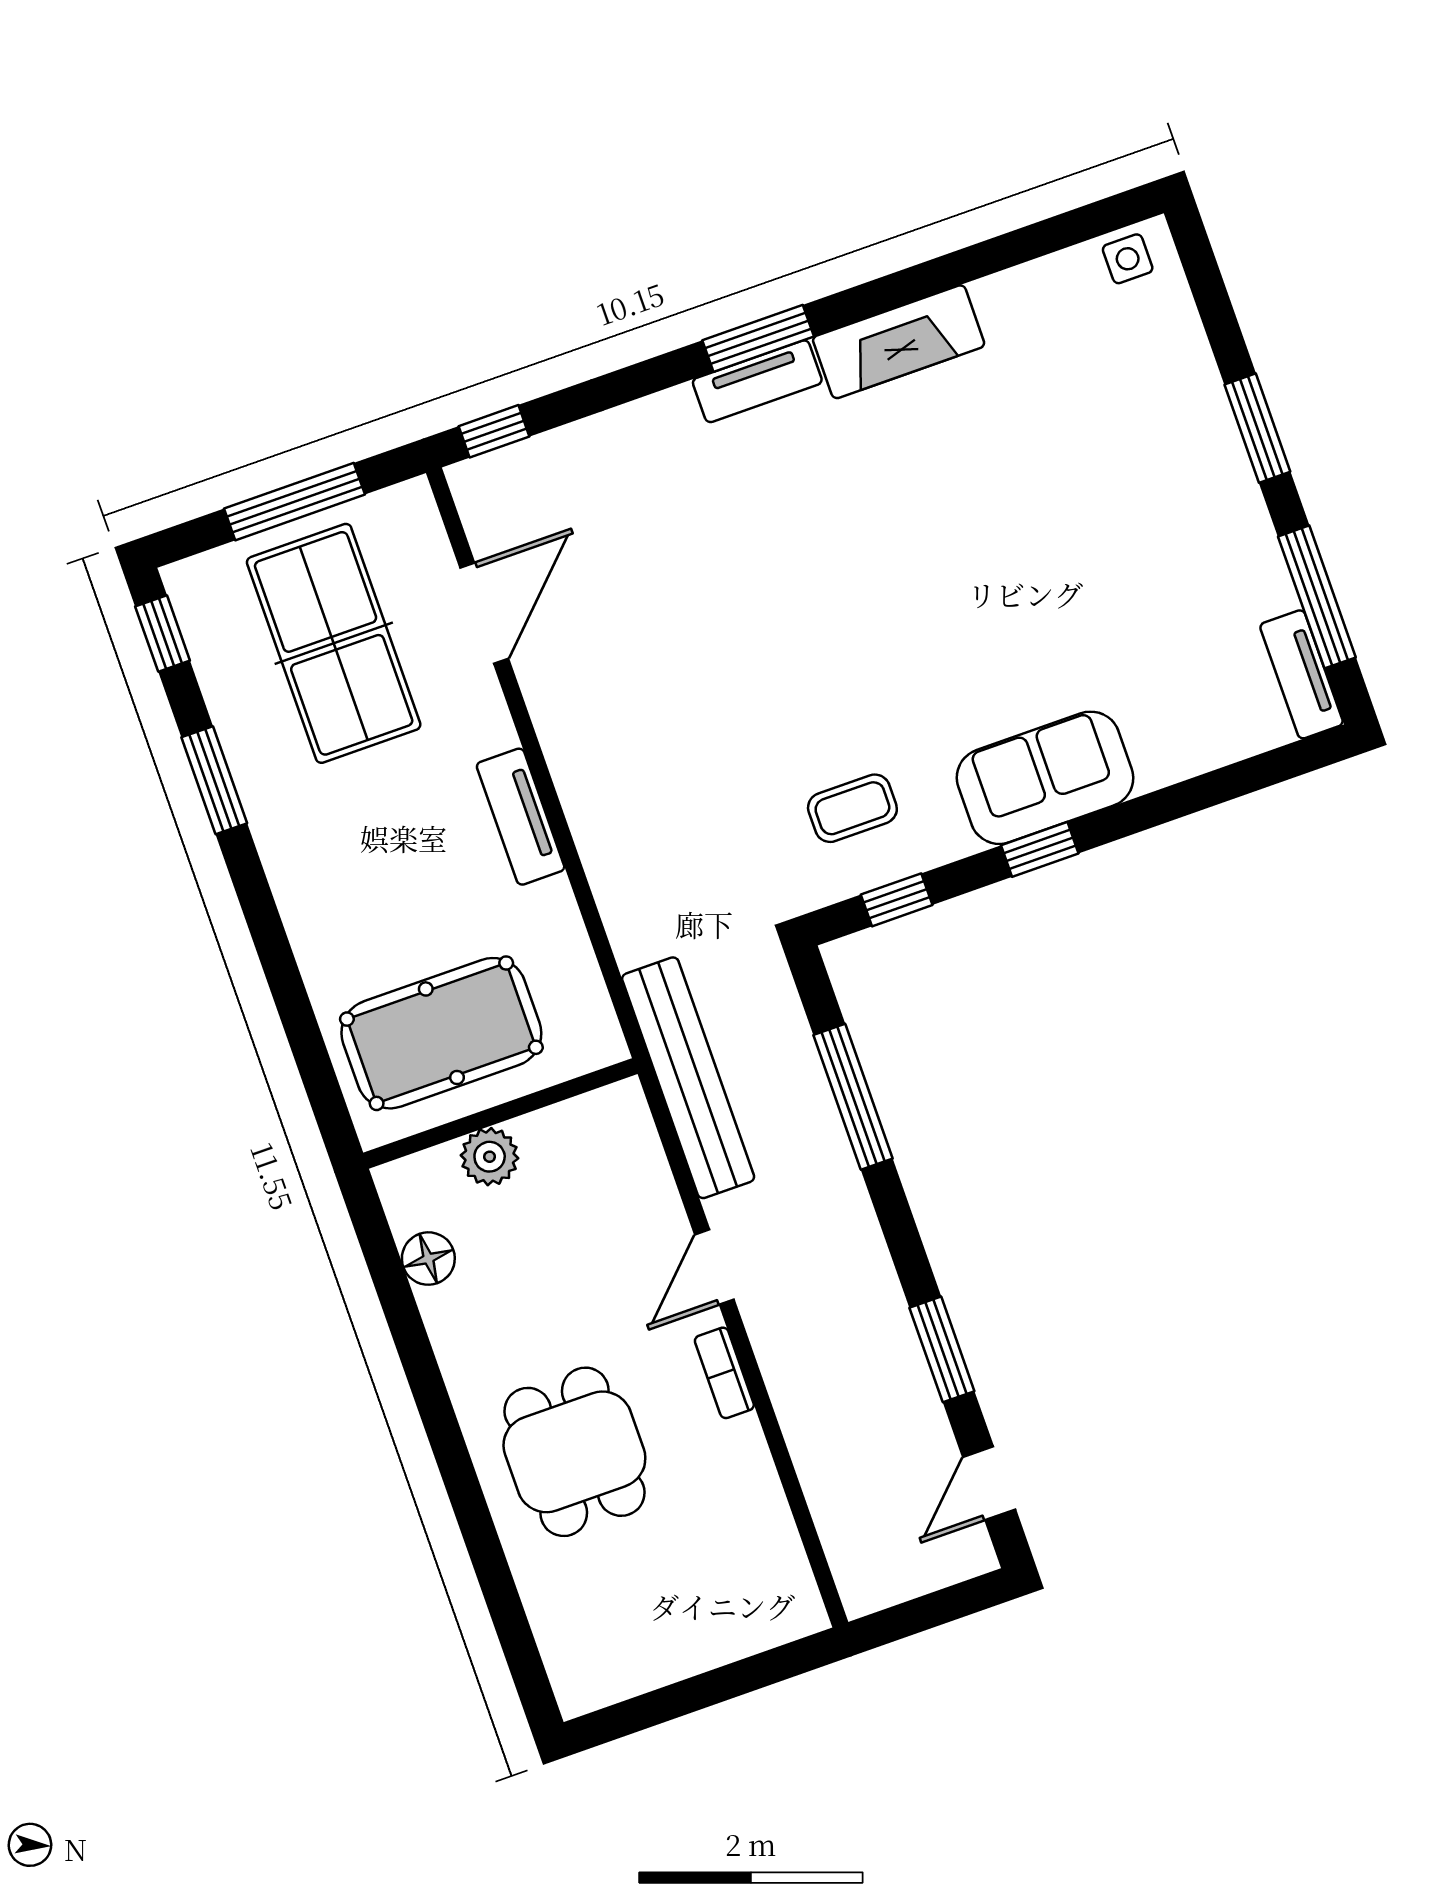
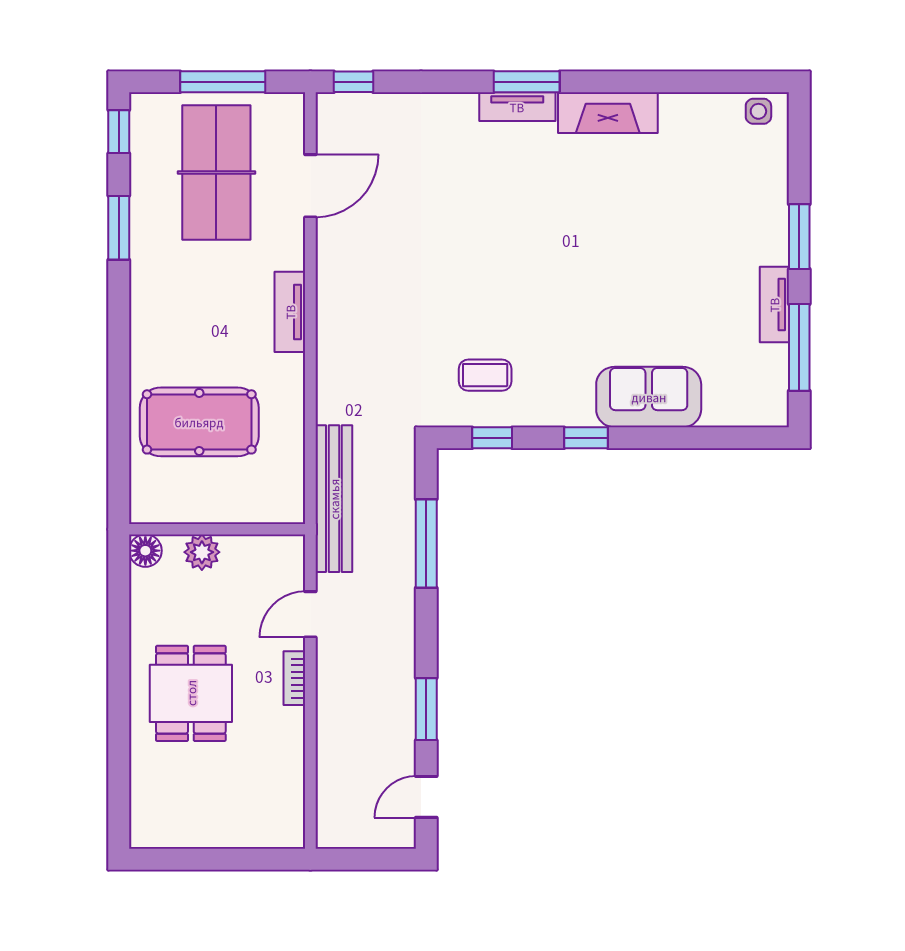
tv unit: (1301, 674) -> (774, 305), moved
sofa: (1045, 778) -> (649, 397), moved
wall: (500, 1113) -> (217, 529), moved
plant: (490, 1157) -> (202, 552), moved

